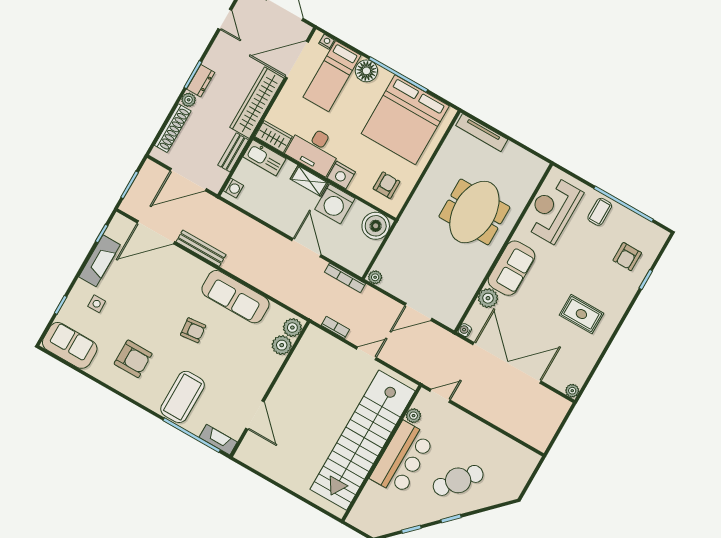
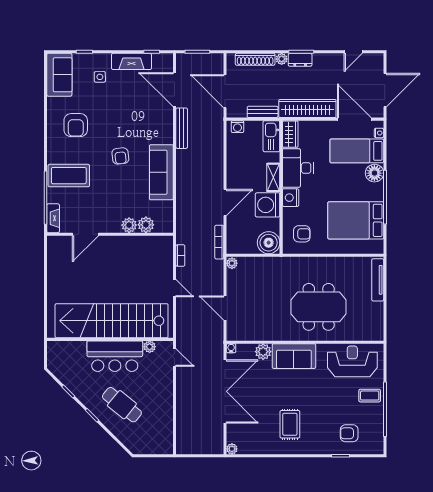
bed: (405, 120) -> (356, 220), width x0.73
plant: (292, 328) -> (129, 225), moved

